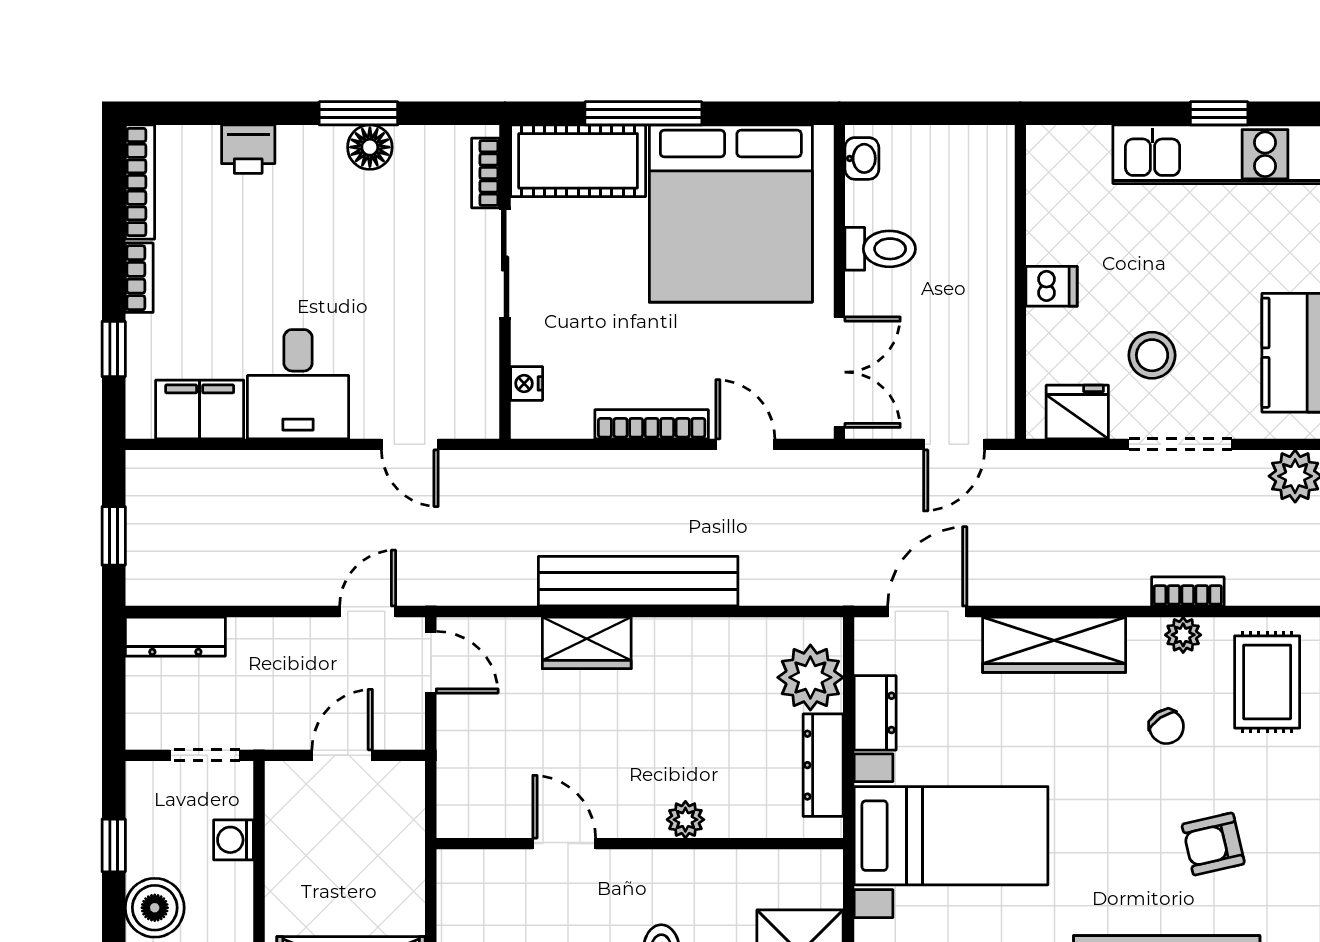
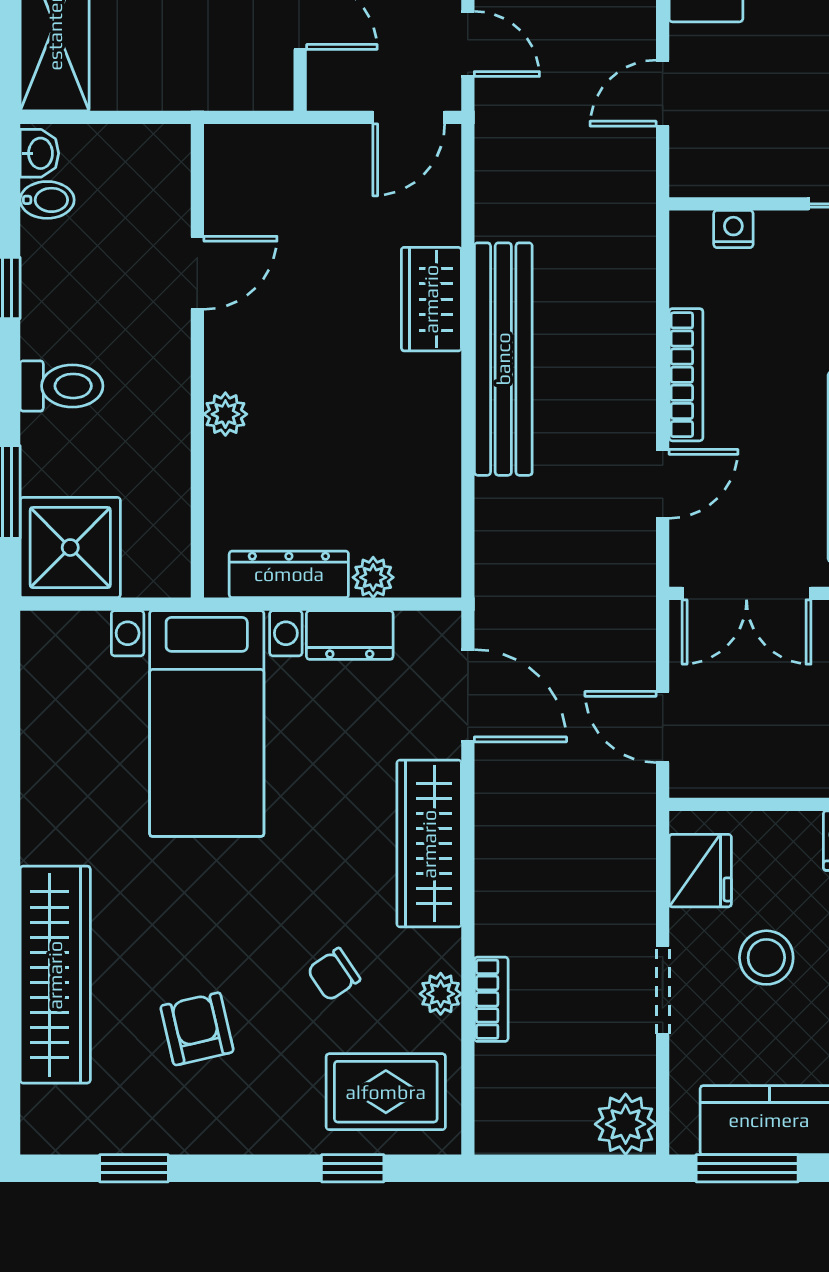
doorway: (1180, 444) -> (663, 990), width x0.73
plant: (810, 677) -> (373, 577), width x0.53, depth x0.53

